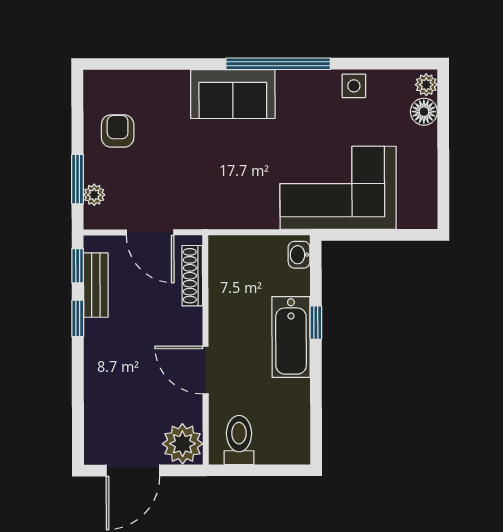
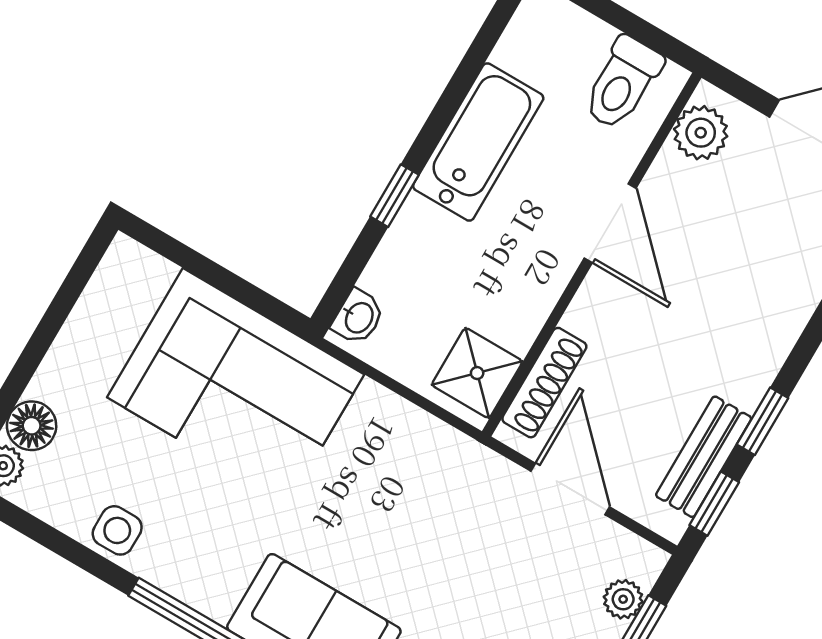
shower: (227, 261) -> (477, 373), added
bathtub: (291, 337) -> (478, 142), moved
plant: (183, 444) -> (701, 133), width x0.73, depth x0.73

